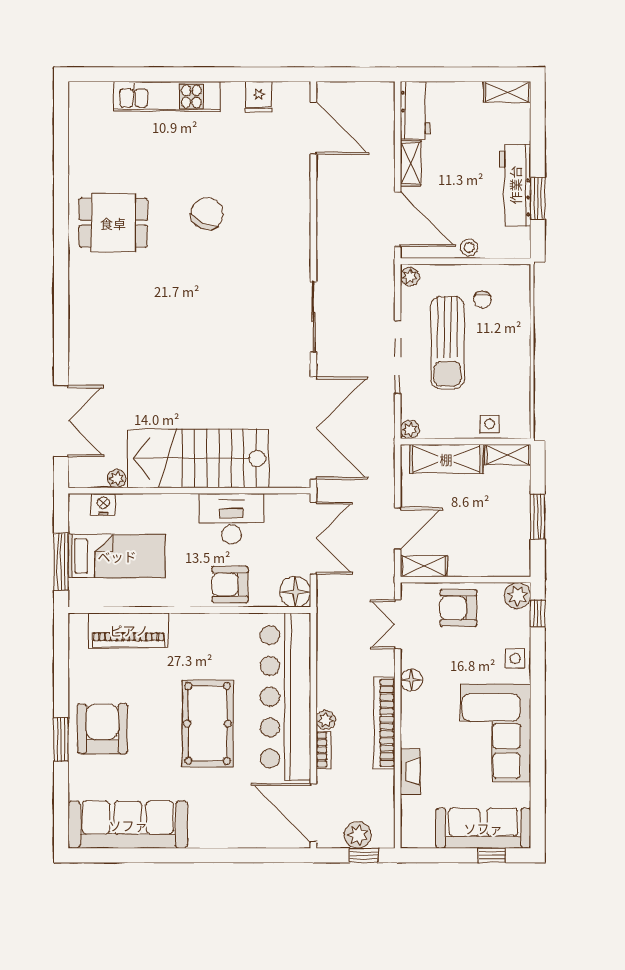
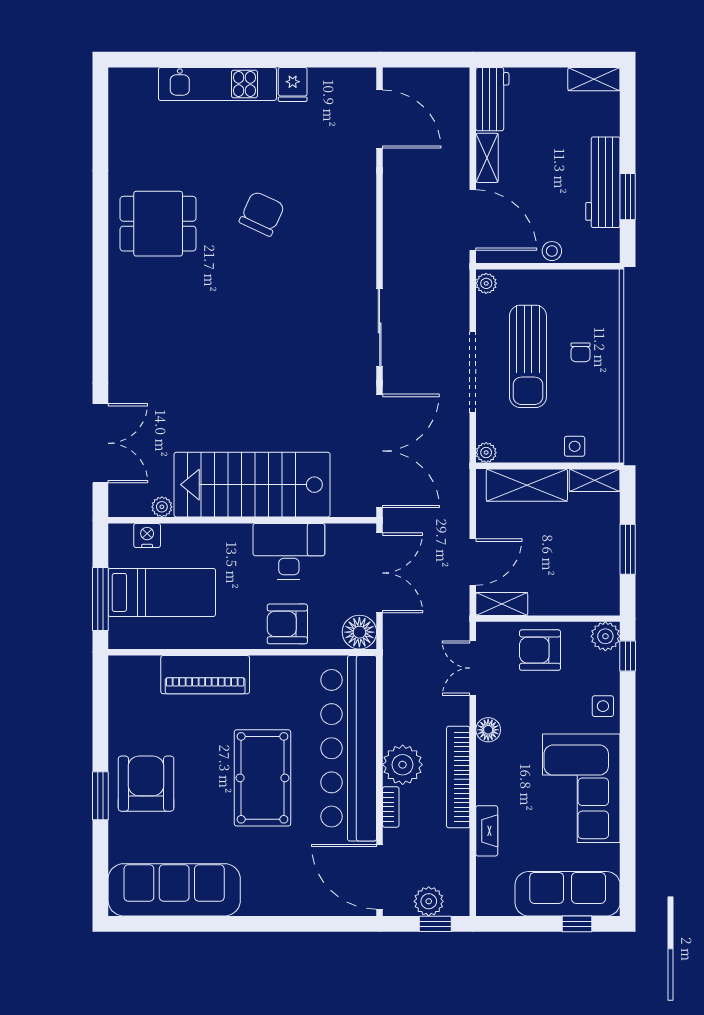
fridge: (259, 97) -> (293, 84), moved
chair: (482, 300) -> (581, 352), moved
piano: (129, 630) -> (205, 675), moved
plant: (326, 720) -> (403, 765), width x1.87, depth x1.87

